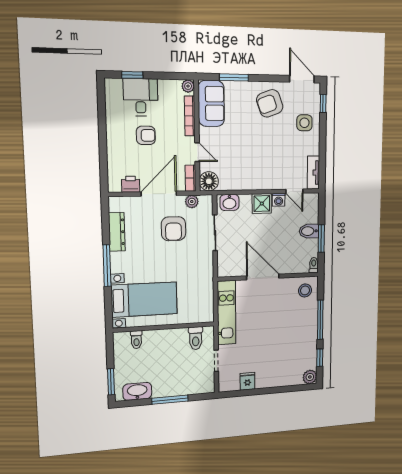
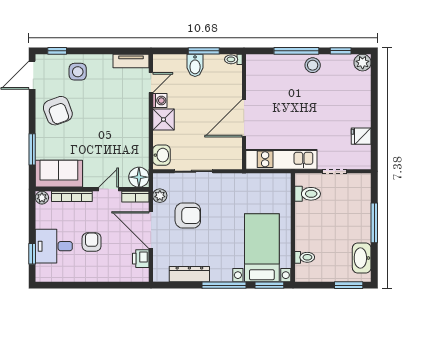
stool: (305, 290) -> (313, 65), moved
window: (108, 309) -> (269, 285), added

